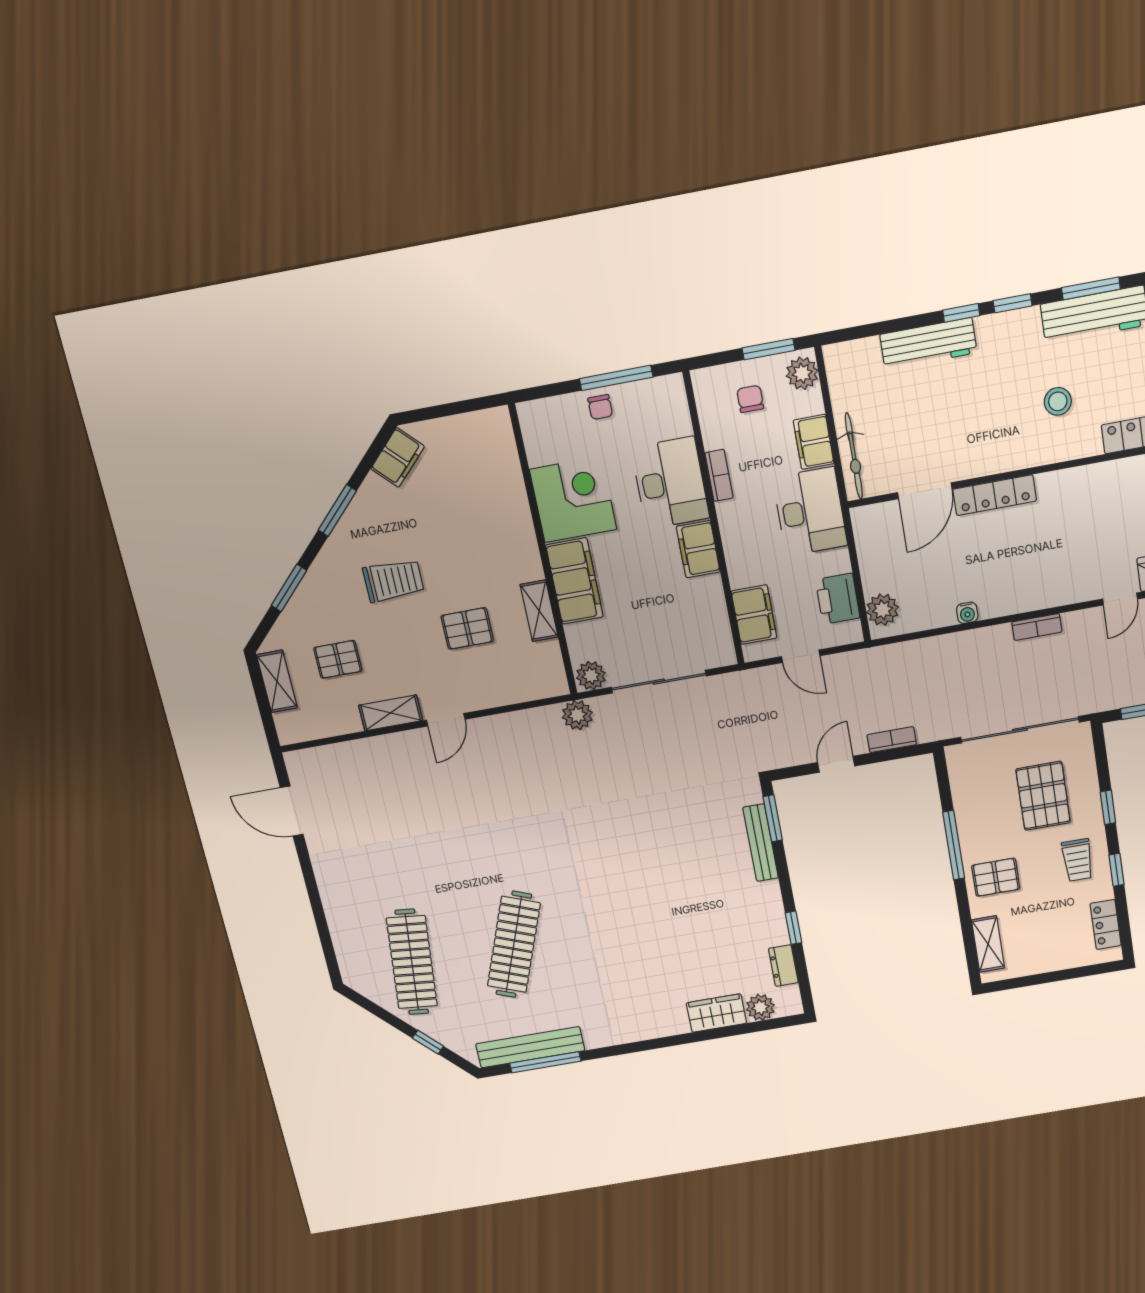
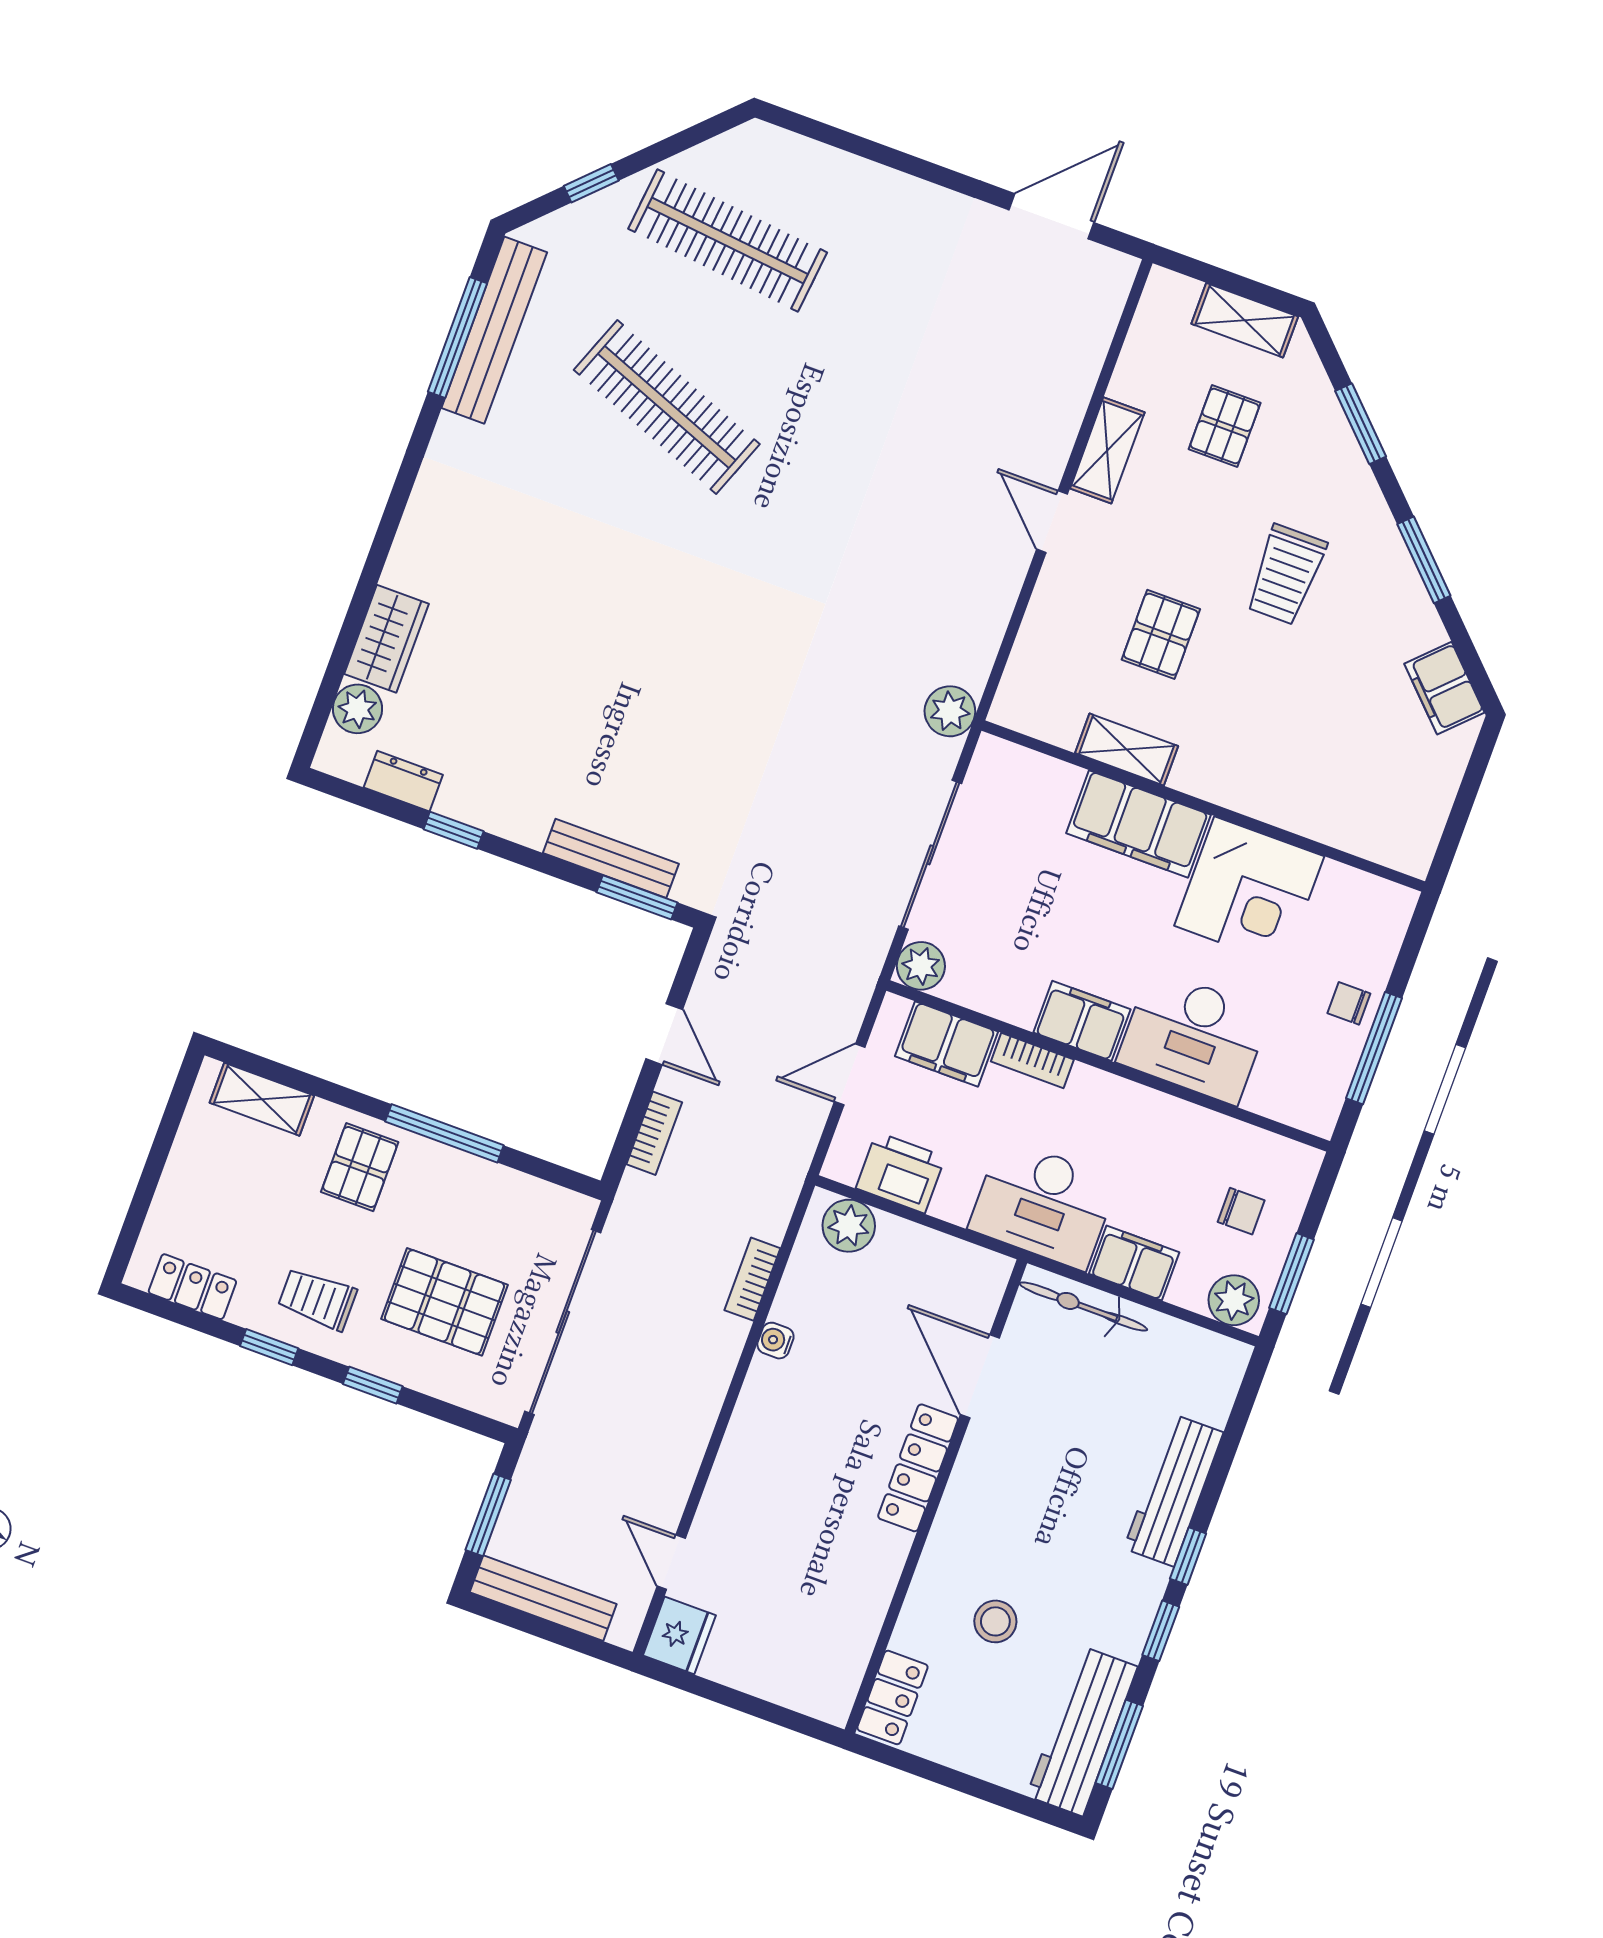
bookcase: (719, 475) -> (1032, 1060), moved
bookcase: (1037, 627) -> (752, 1279), moved
plant: (591, 676) -> (921, 966), moved

